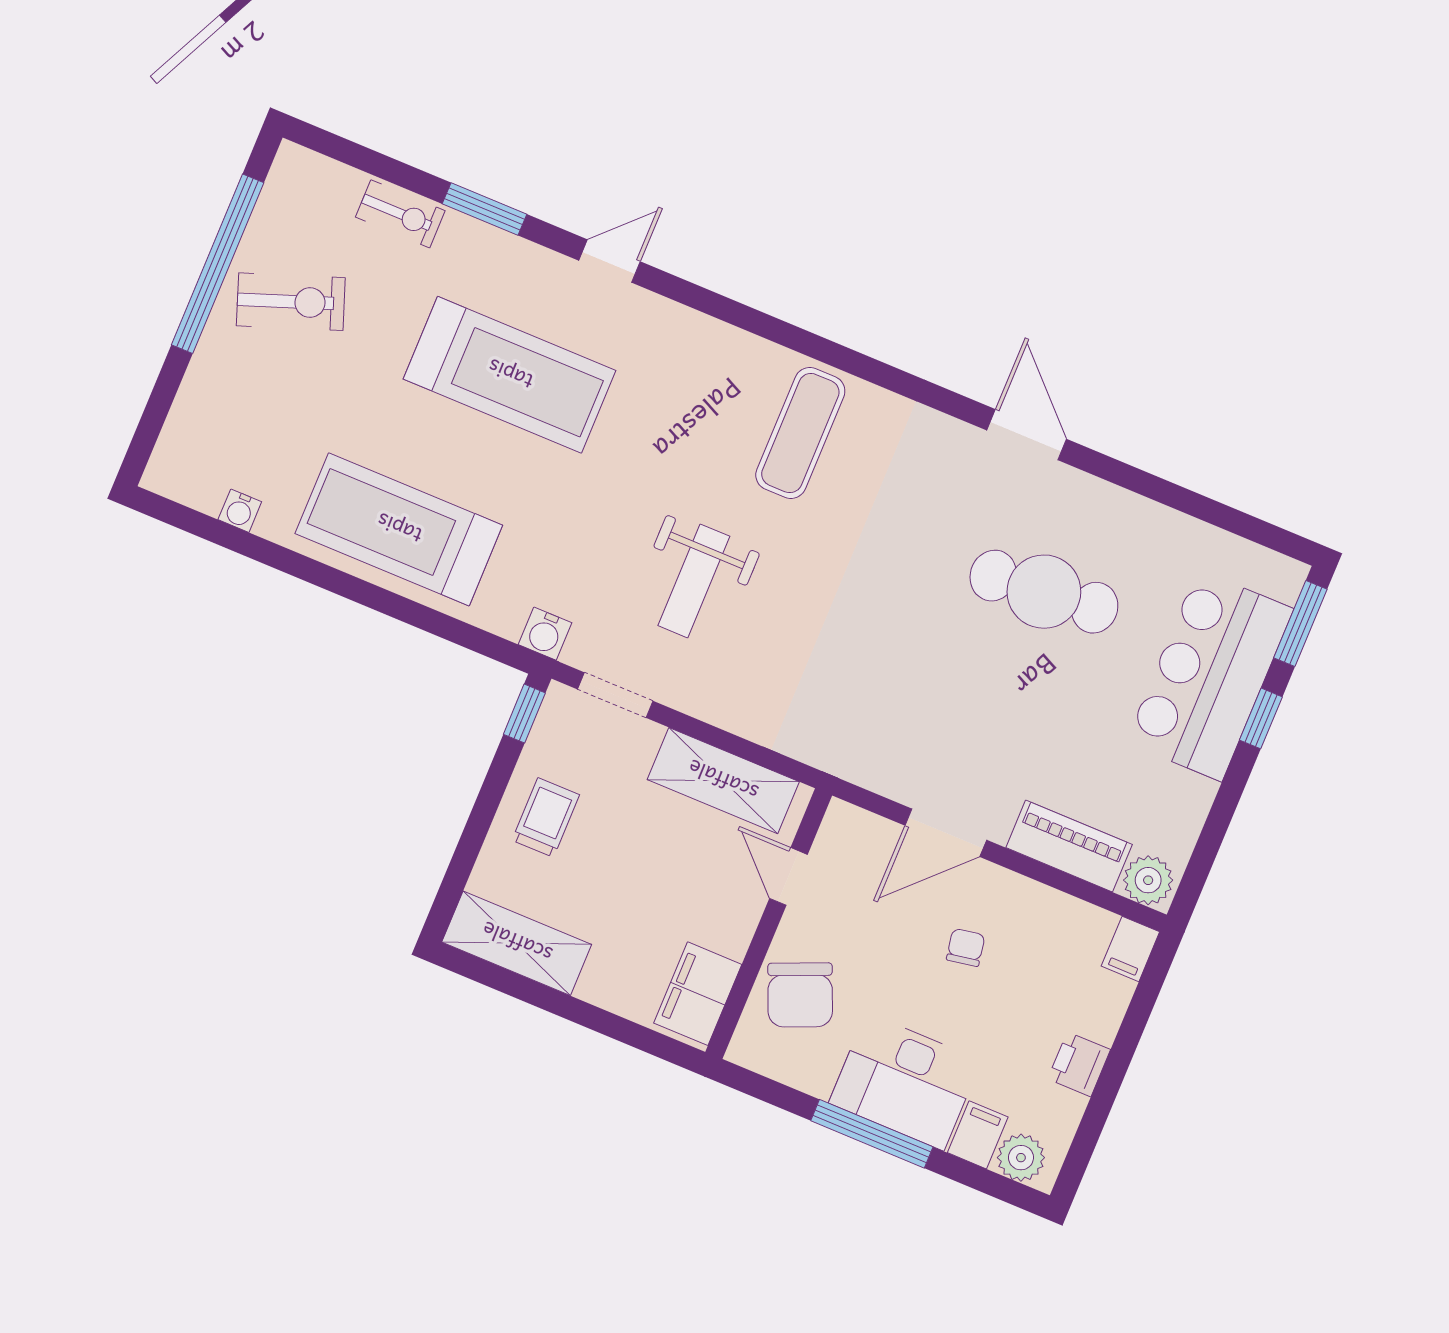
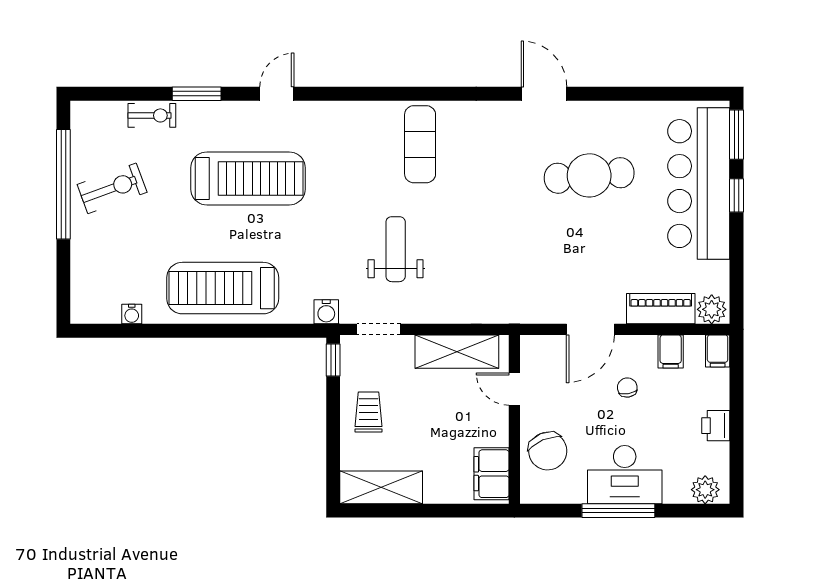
weight bench: (694, 581) -> (396, 249), turned 180
bar counter: (1210, 675) -> (699, 184), width x1.36
filing cabinet: (978, 1135) -> (671, 352), moved, turned 180

